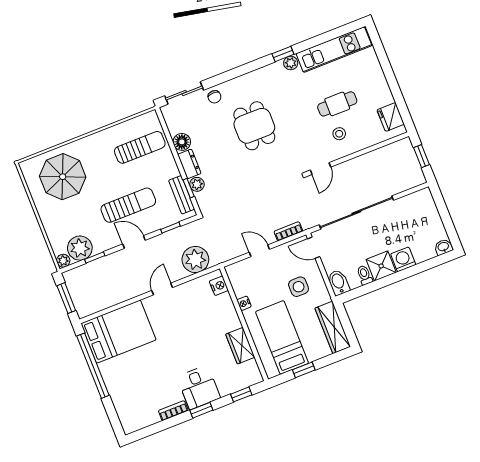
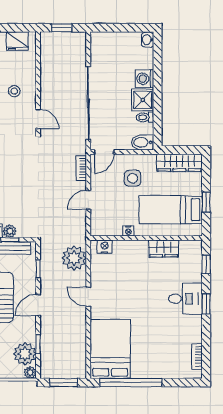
bookcase: (173, 411) -> (197, 356), moved

